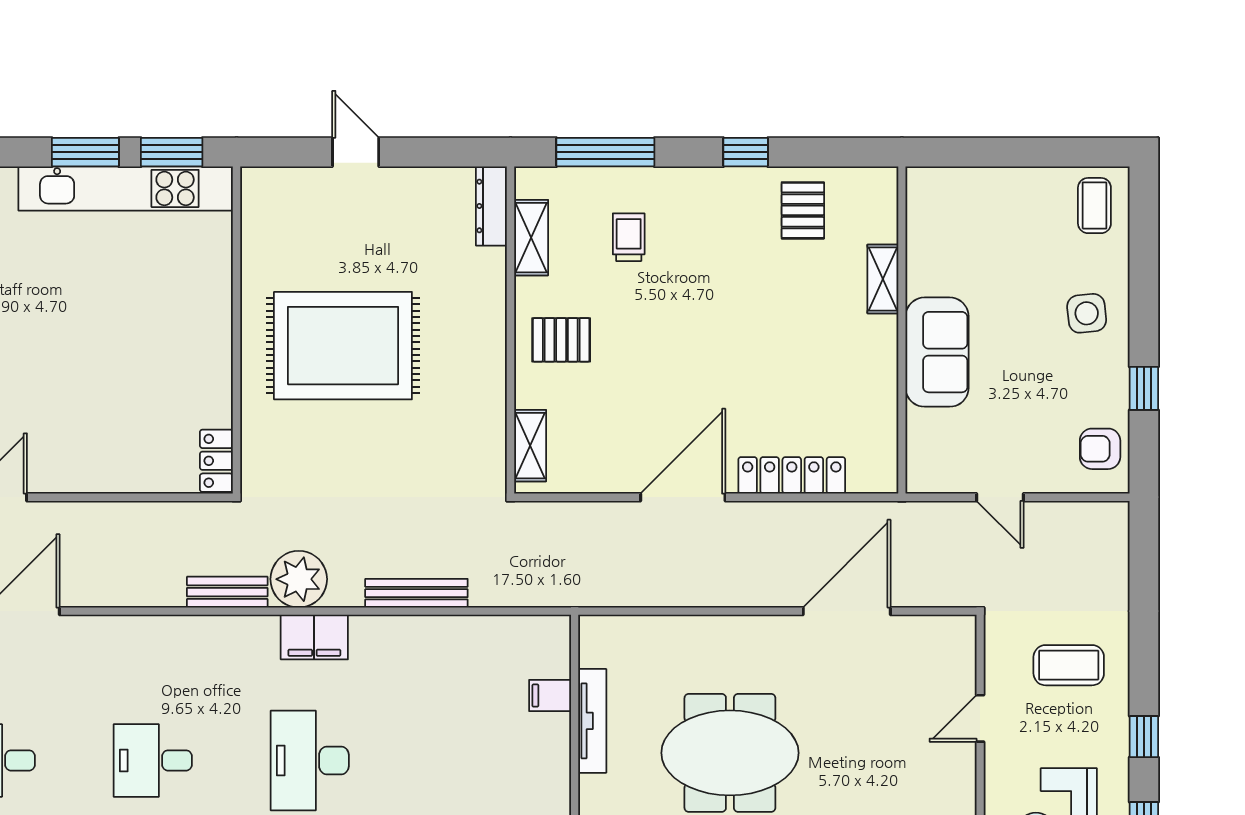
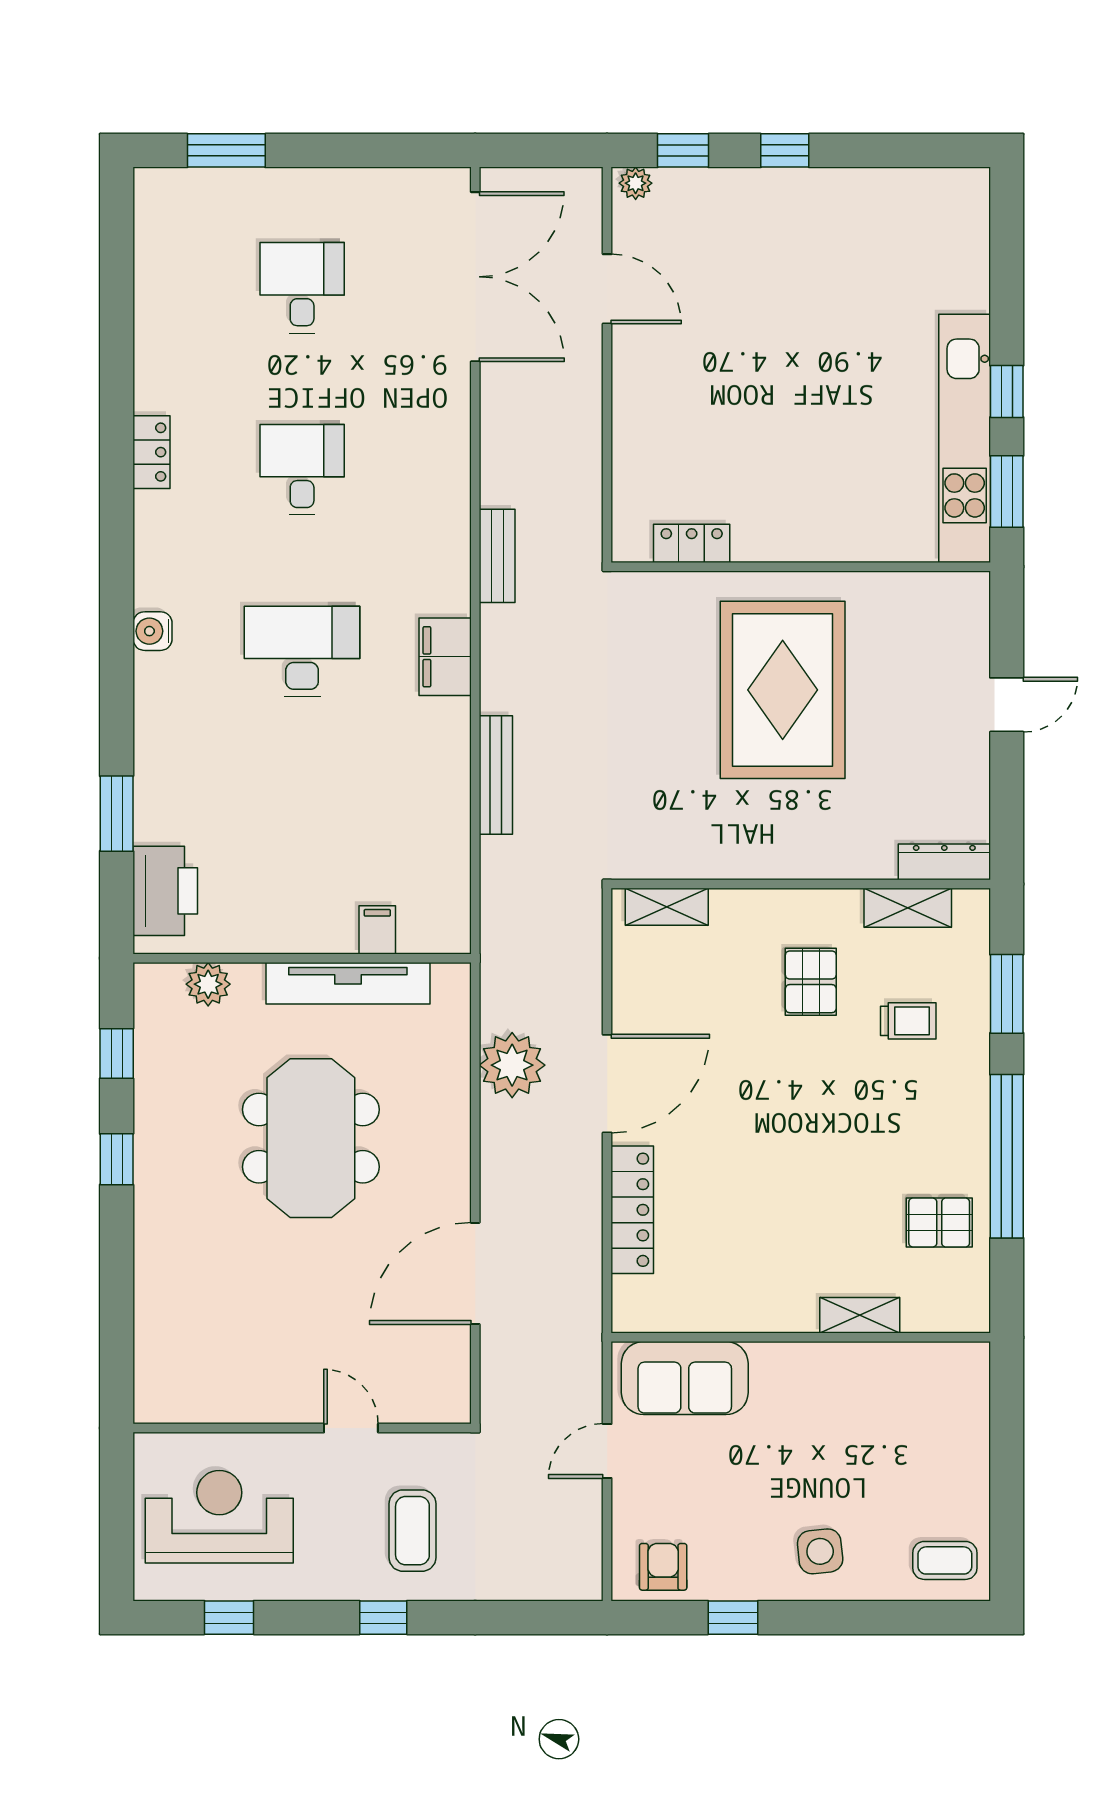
window: (85, 152) -> (1007, 391), width x0.67
window: (605, 152) -> (1007, 994), width x0.69
window: (746, 152) -> (1007, 1156), width x3.17
pallet: (561, 340) -> (811, 982), moved
sofa: (937, 352) -> (685, 1378), moved
locker: (216, 461) -> (692, 543), moved
door: (683, 497) -> (607, 1084), hinge flipped
plant: (299, 579) -> (512, 1065), moved
door: (847, 611) -> (475, 1273), swing flipped
tv unit: (592, 721) -> (348, 983), width x1.36, depth x1.29
window: (1144, 737) -> (383, 1618), moved

